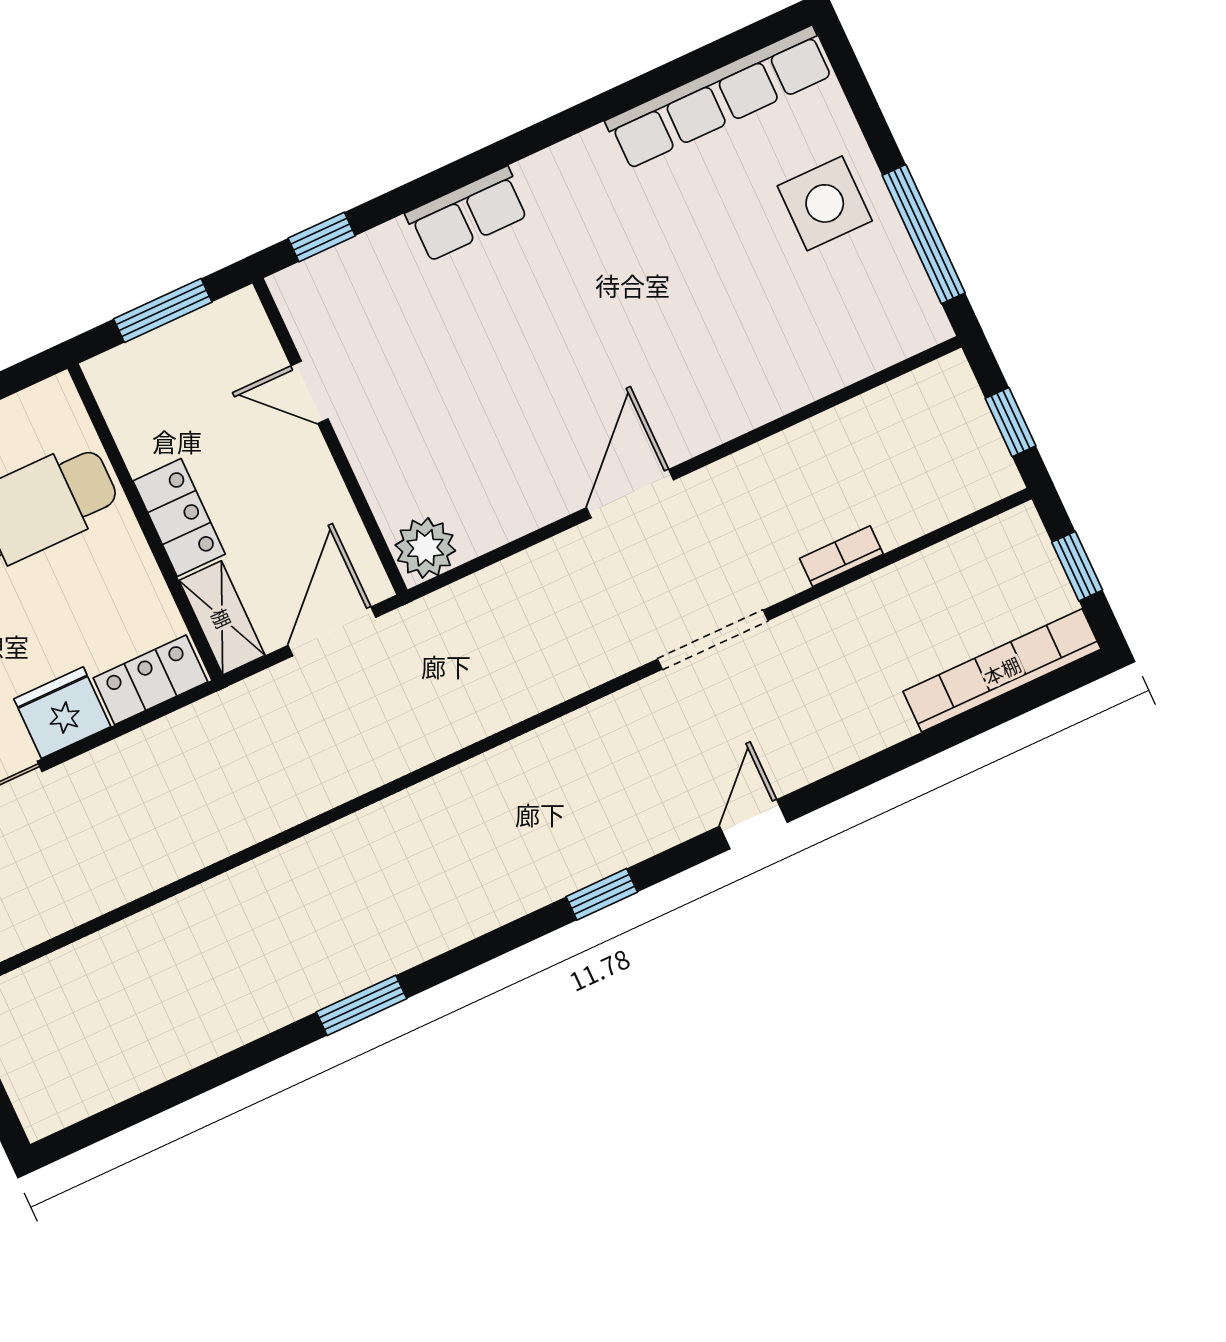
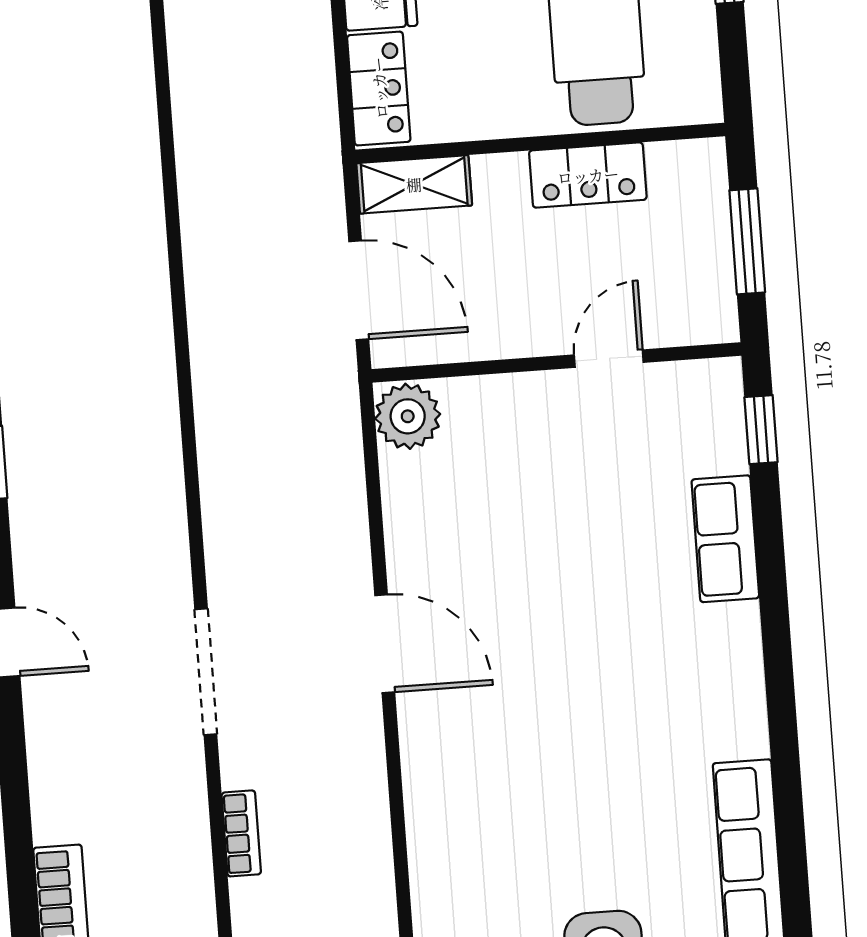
row of seats: (467, 214) -> (725, 539), moved
locker: (179, 518) -> (588, 175), moved

